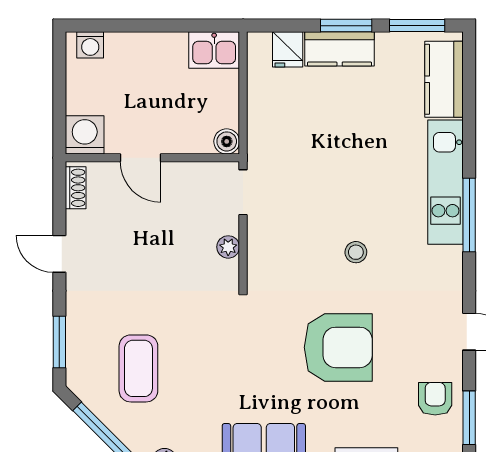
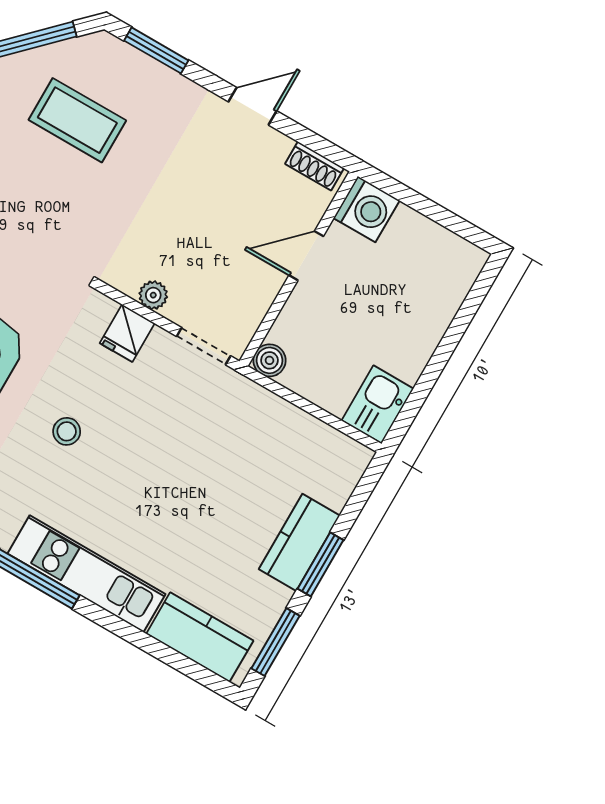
washing machine: (90, 45) -> (462, 272), removed
fridge: (288, 49) -> (127, 333), moved, turned -90

